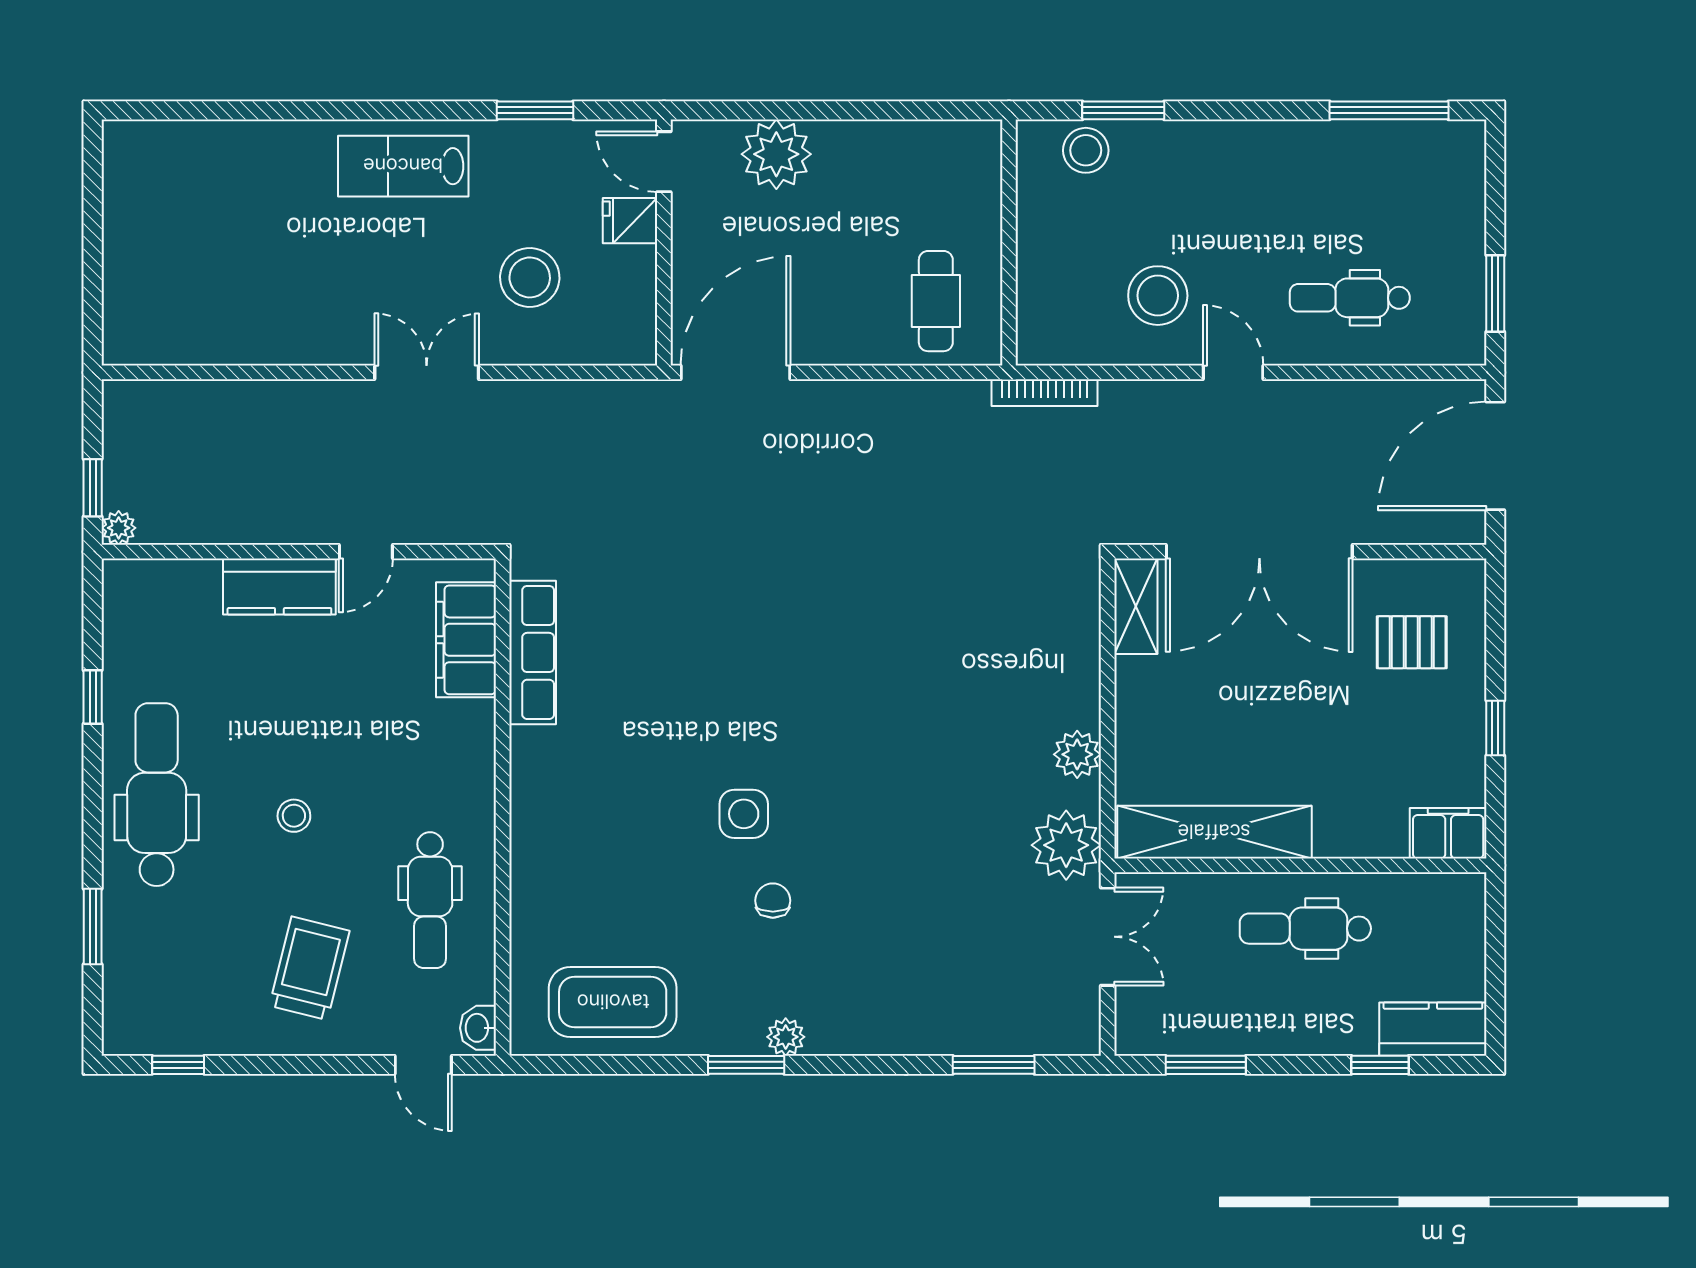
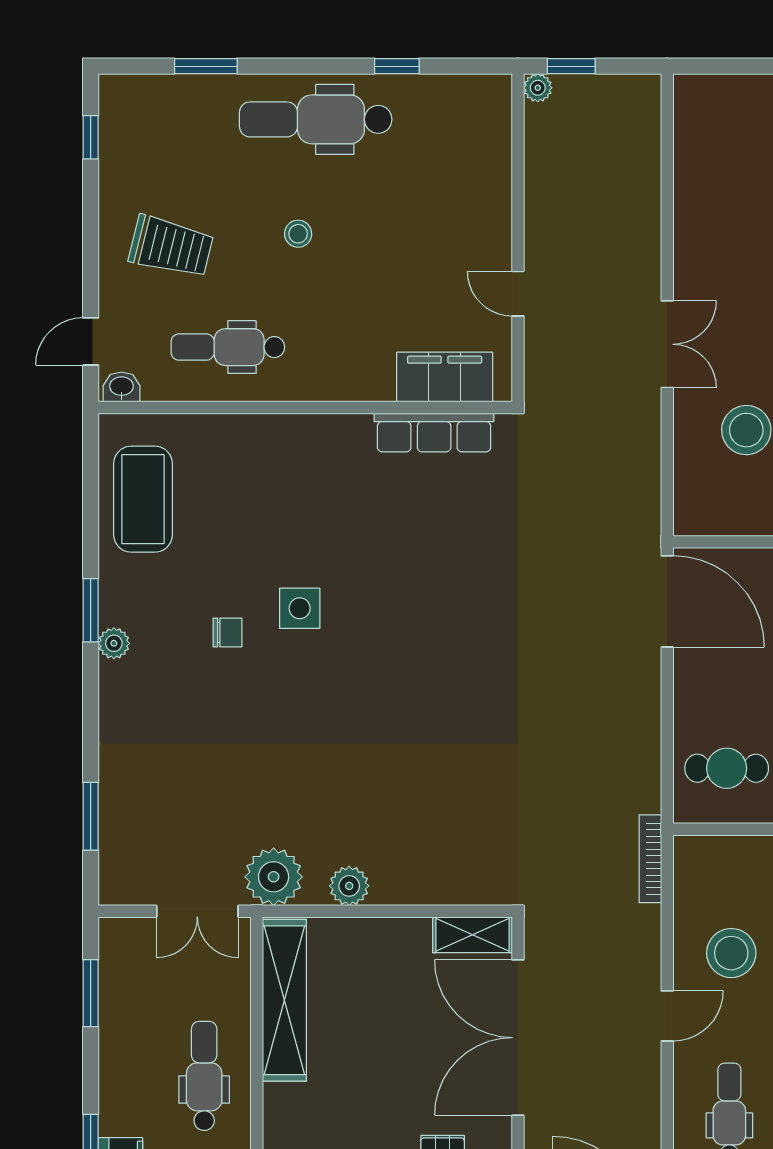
kitchen counter: (279, 587) -> (489, 222), removed
dental chair: (157, 795) -> (316, 119), turned 180

